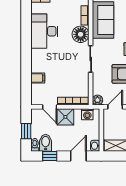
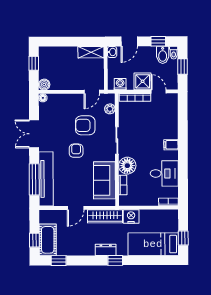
desk: (44, 31) -> (164, 173), width x0.73
filing cabinet: (38, 78) -> (171, 145), moved
plant: (97, 100) -> (110, 109), moved

